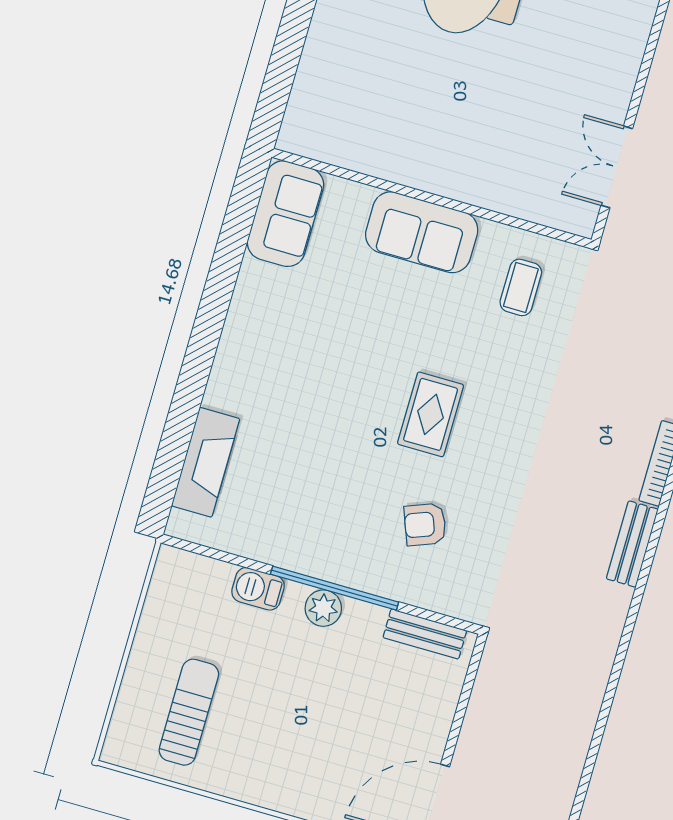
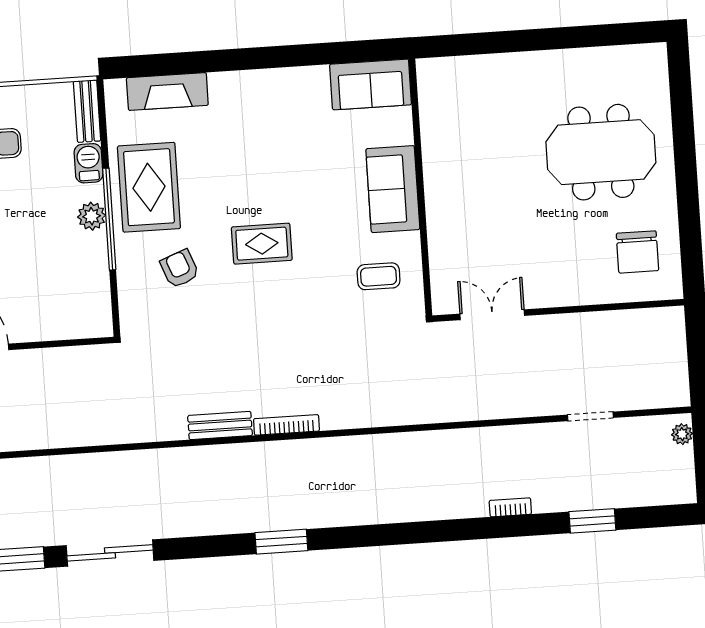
rug: (313, 526) -> (149, 187), added
bench: (425, 634) -> (87, 111), moved

